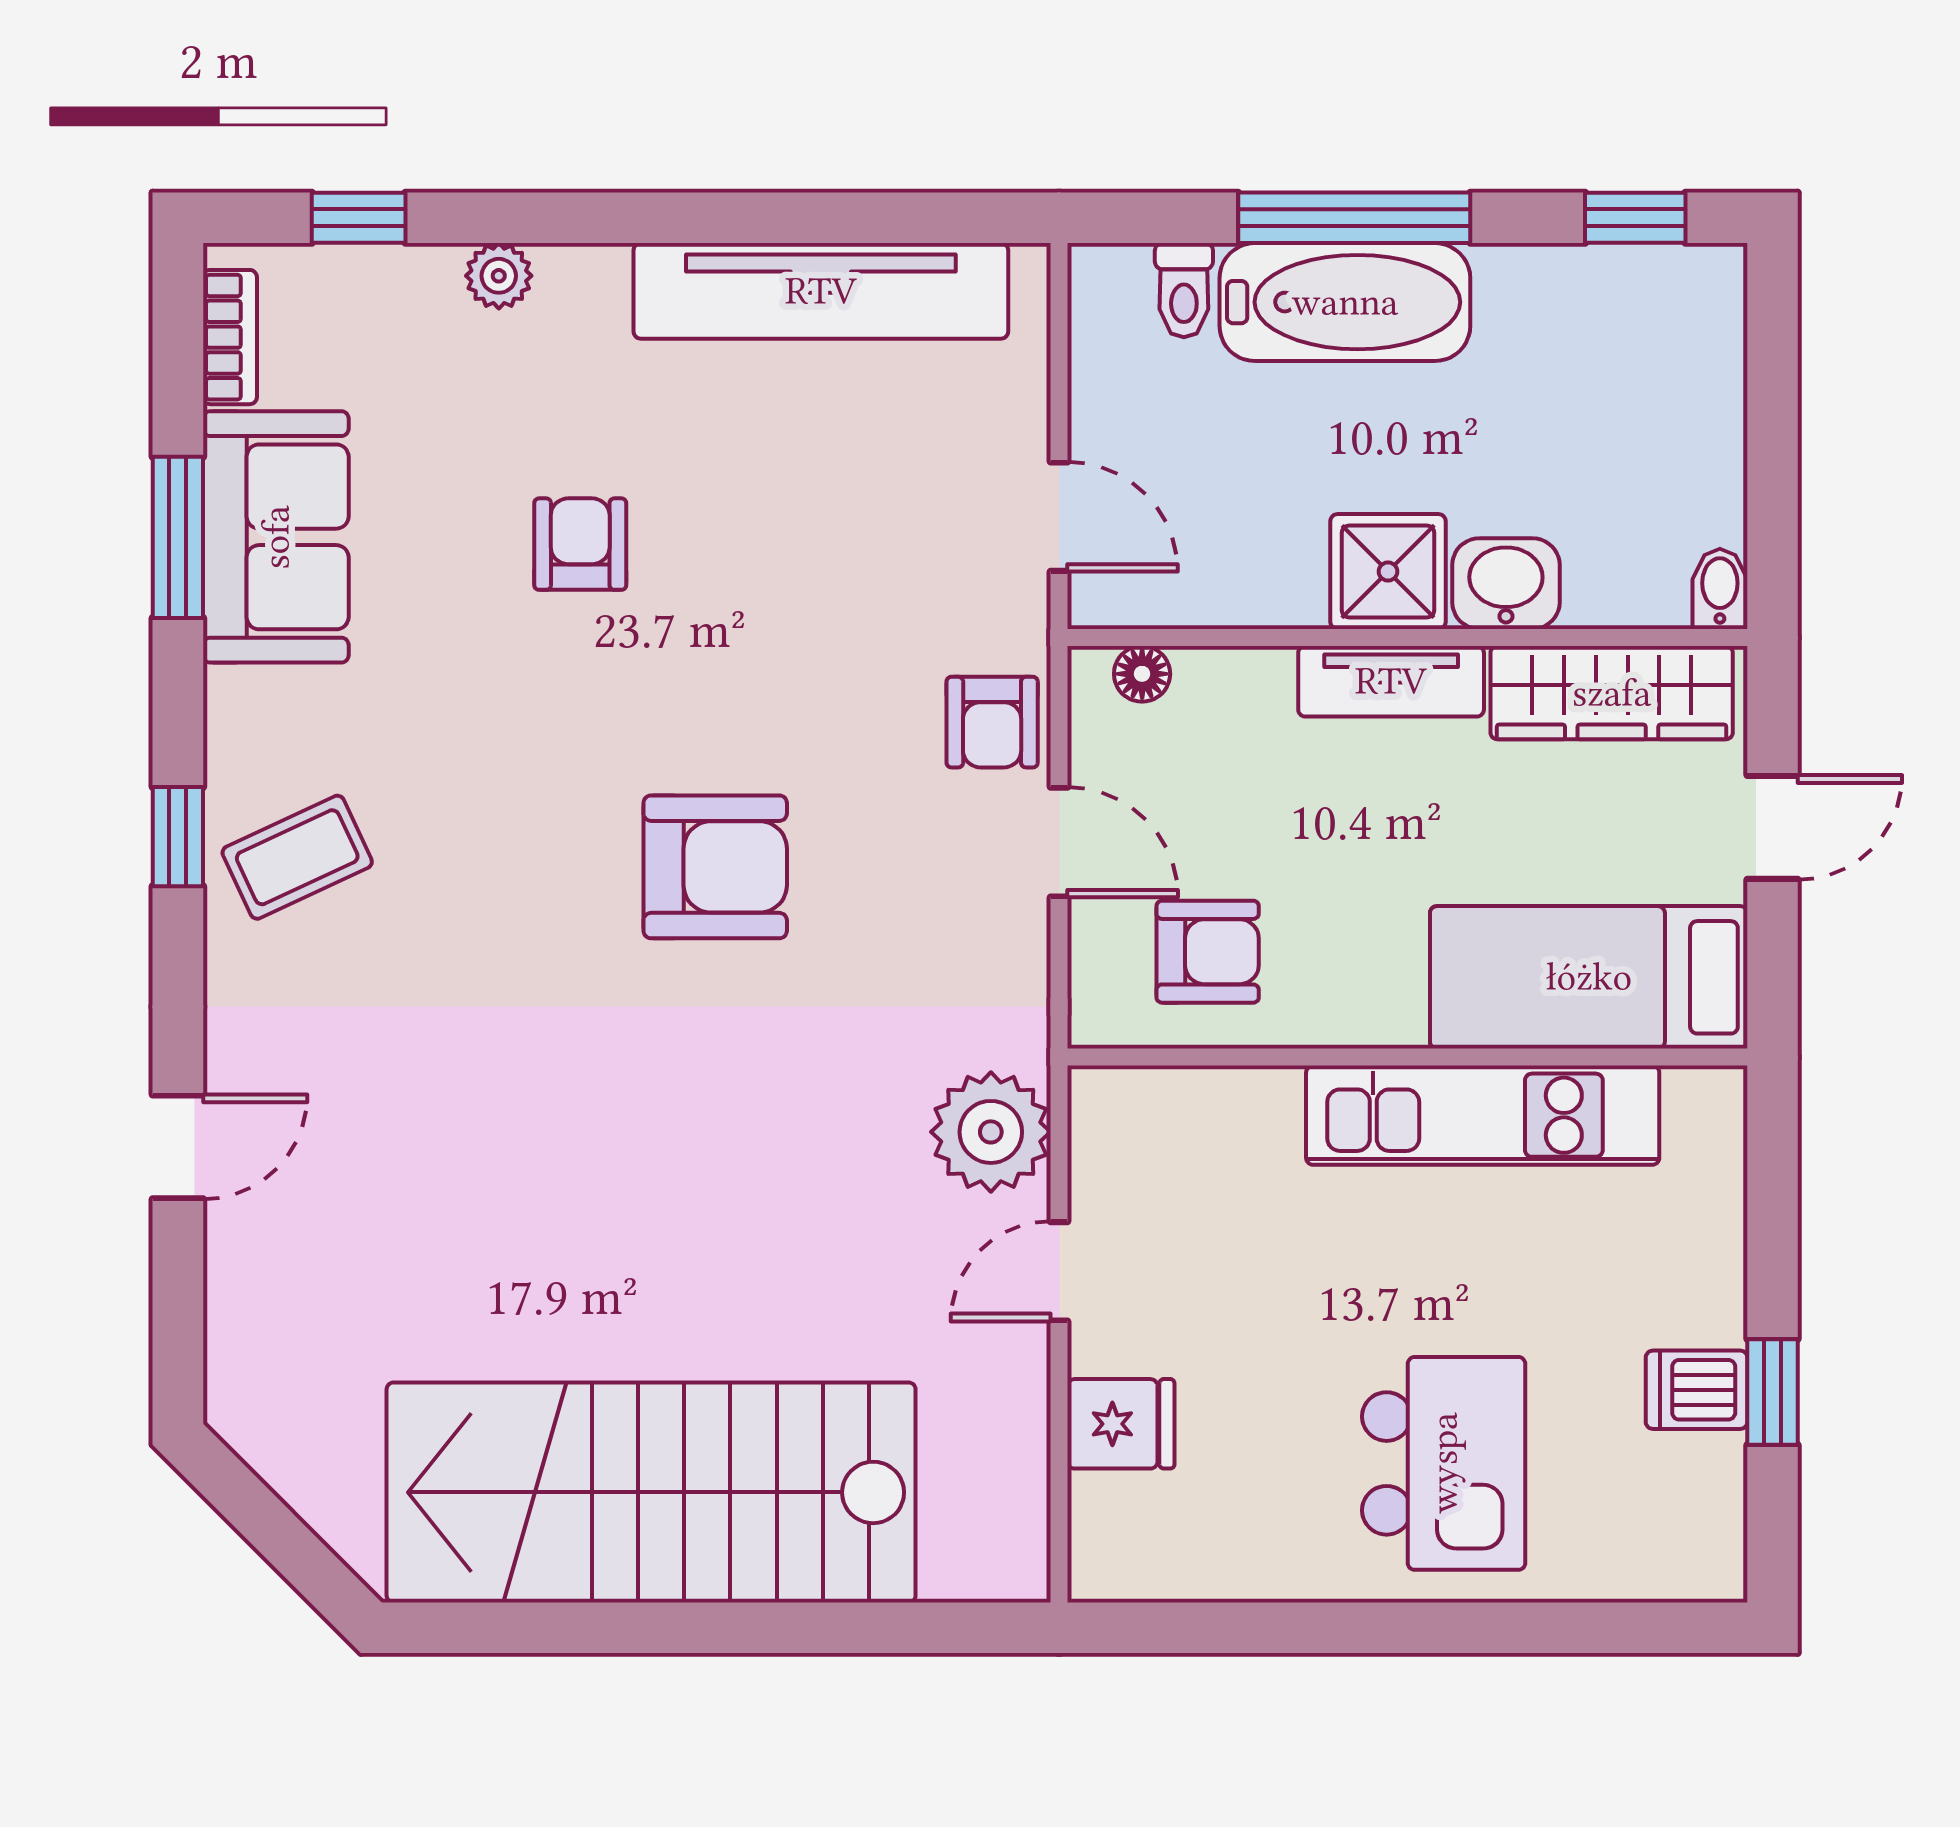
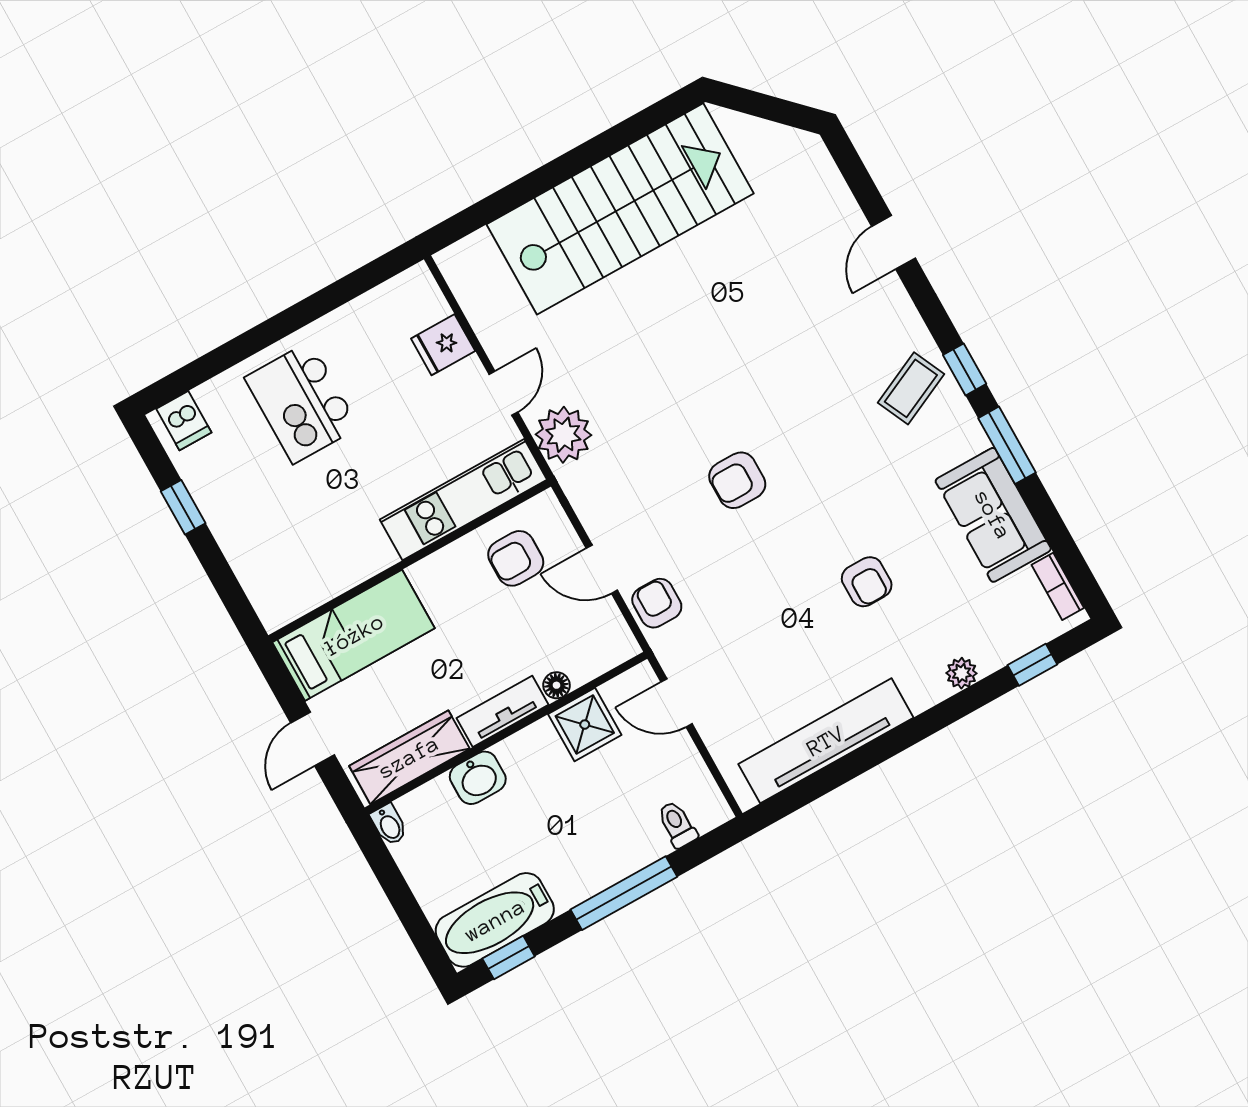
bathtub: (1345, 302) -> (495, 920), moved
window: (178, 537) -> (1007, 445), moved
shower: (1388, 571) -> (585, 725), moved
floor lamp: (1142, 674) -> (556, 685), moved
armchair: (715, 867) -> (737, 480), width x0.72, depth x0.72
kitchen unit: (1483, 1115) -> (463, 500), moved
dishwasher: (1697, 1390) -> (184, 421), moved, turned 90

